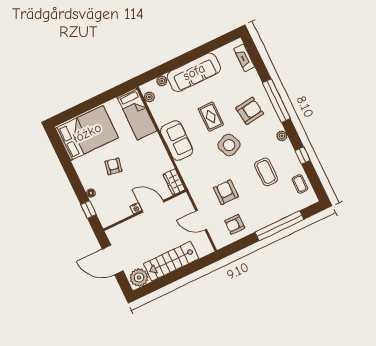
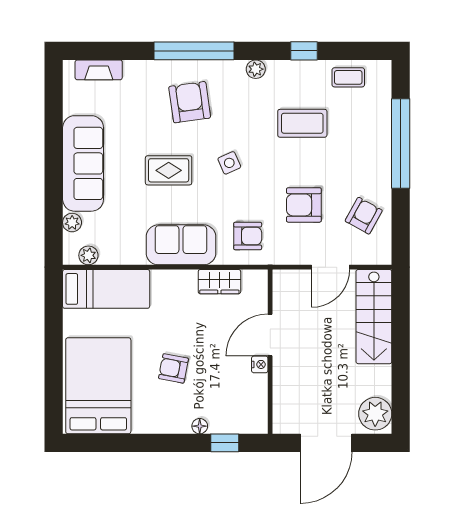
side table: (229, 145) -> (229, 163), width x0.54, depth x0.54
armchair: (197, 172) -> (248, 236), added
wardrobe: (174, 182) -> (219, 282), moved
armchair: (235, 224) -> (364, 216), turned -151
stairs: (171, 261) -> (374, 317), moved

